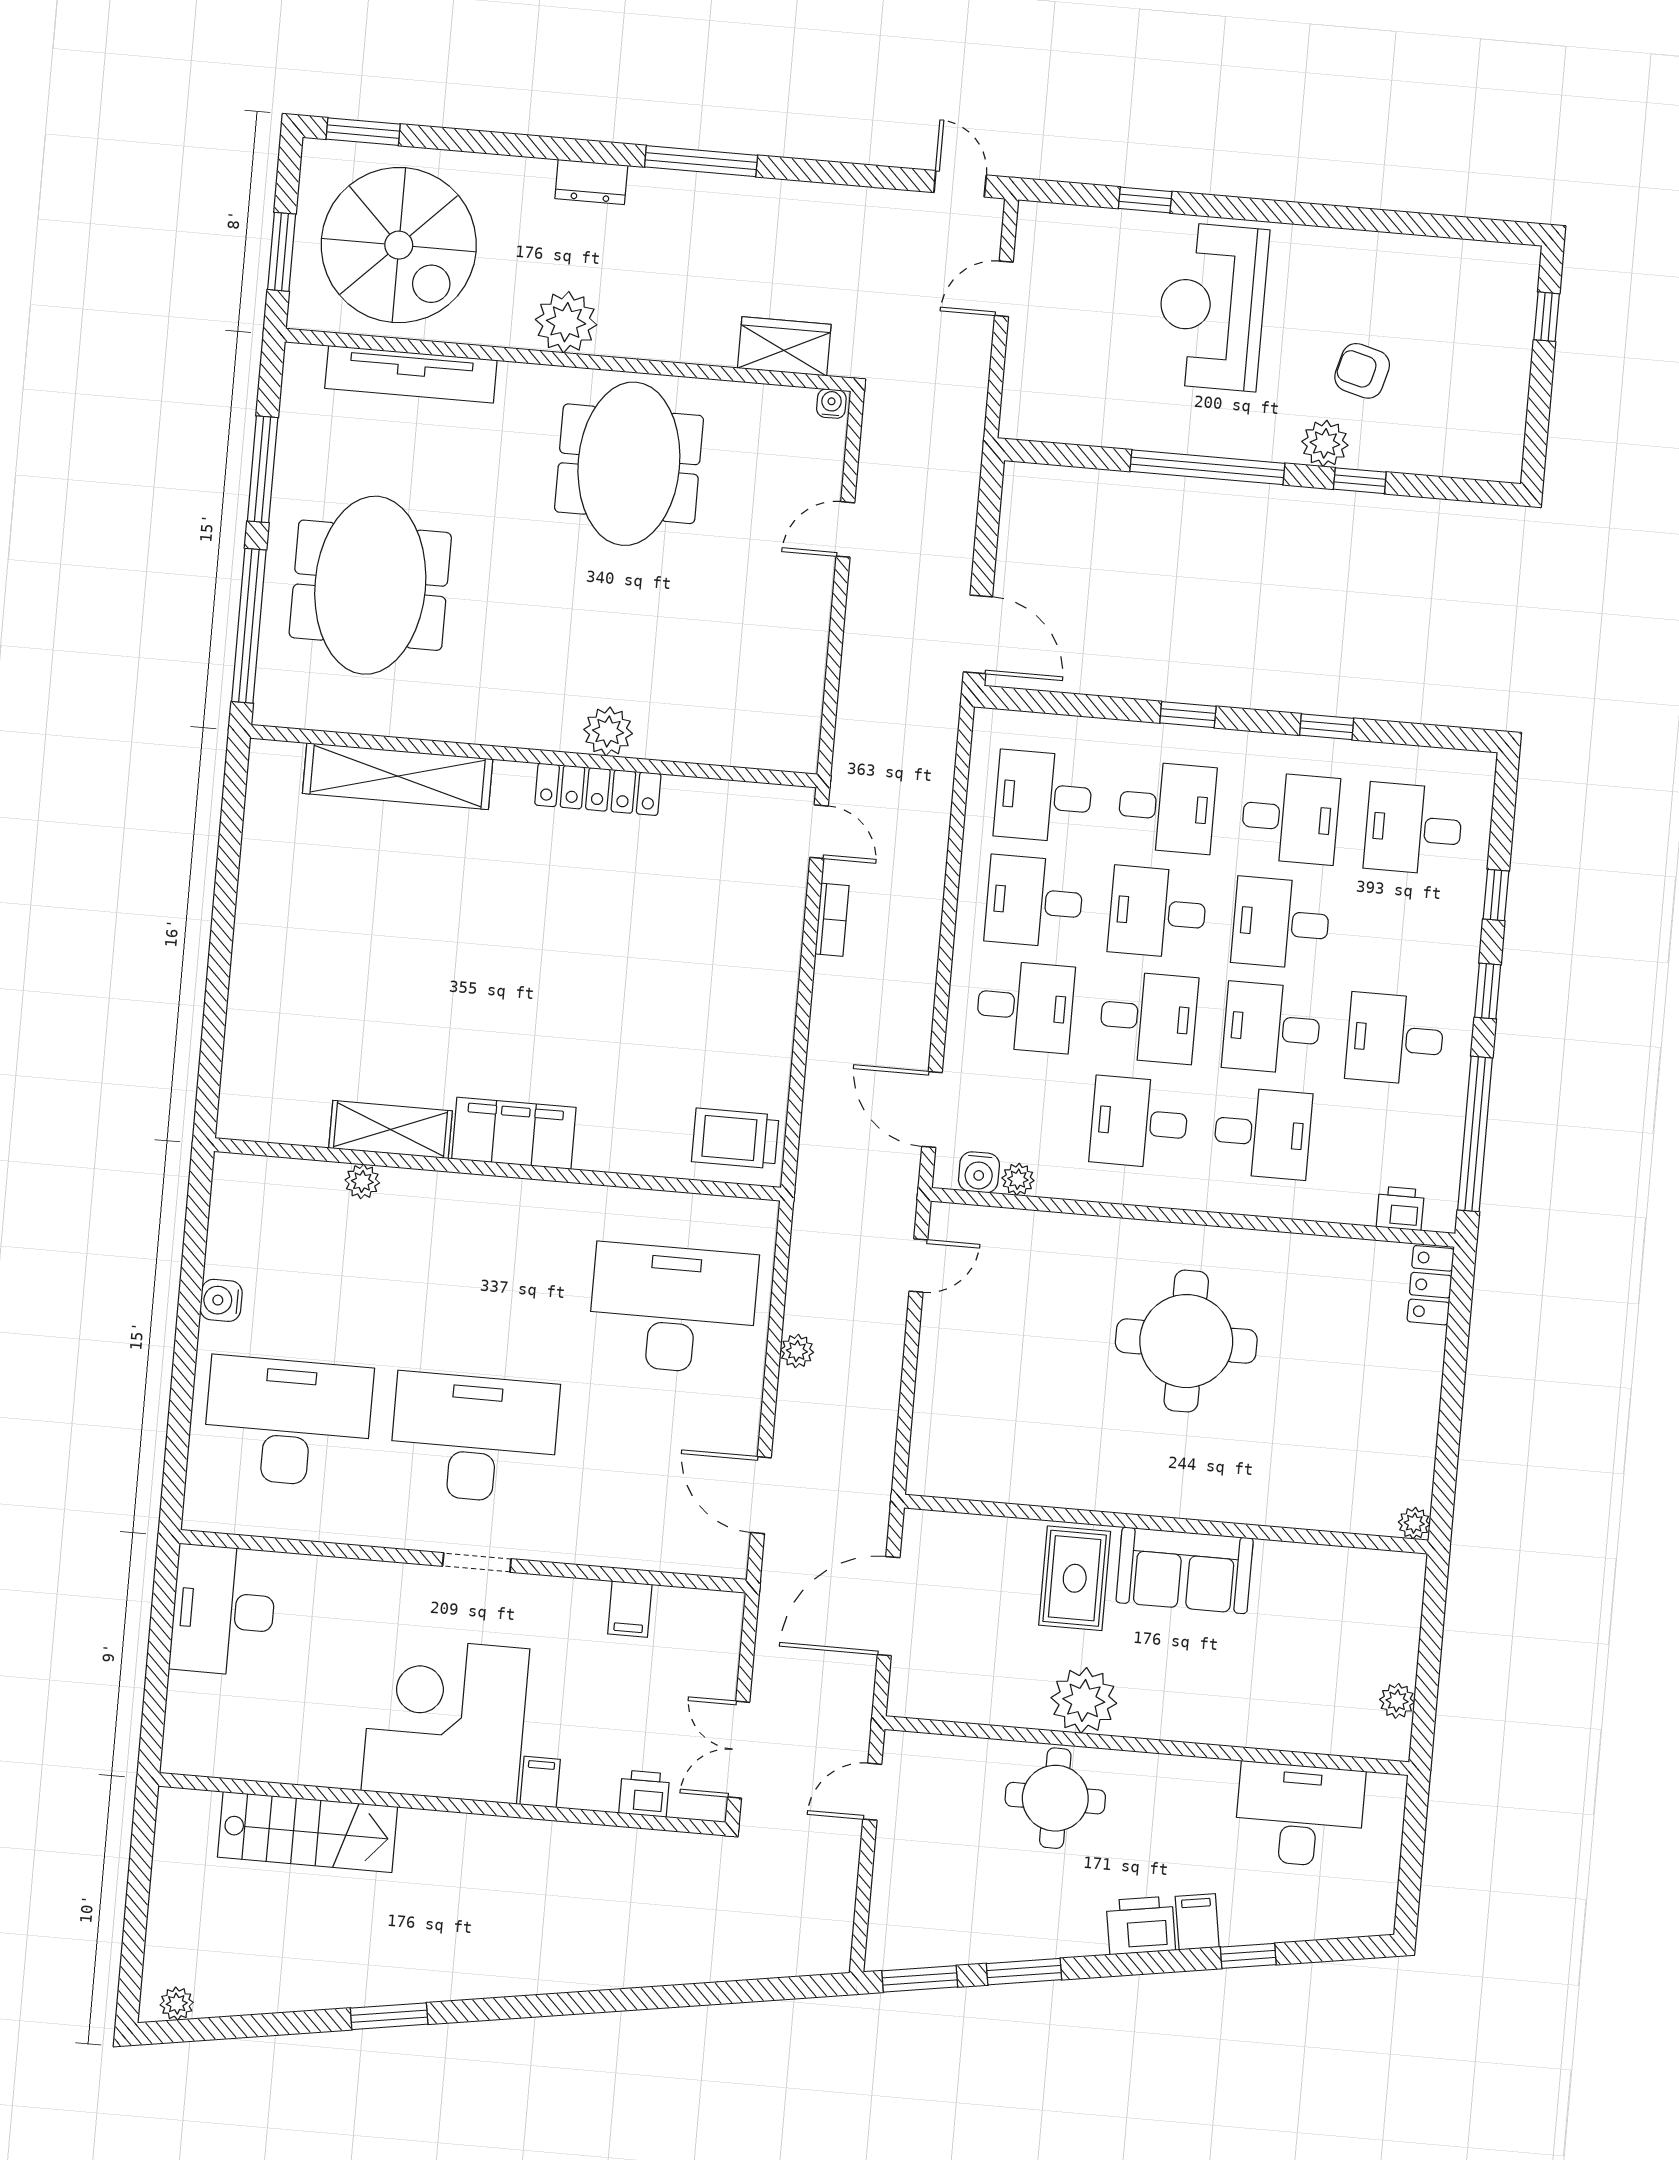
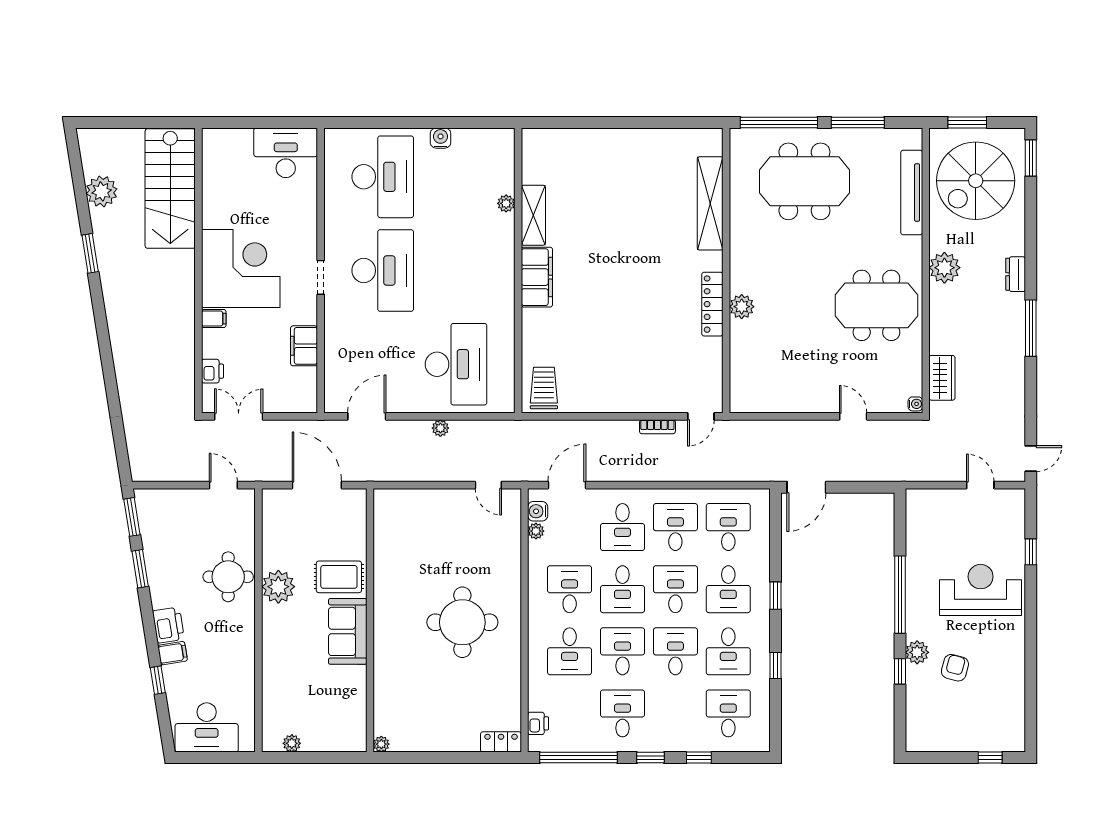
filing cabinet: (630, 1609) -> (304, 346), width x2.00
desk: (1300, 1815) -> (207, 727), moved, turned 90
stairs: (308, 1832) -> (170, 189), width x1.36, depth x1.51
plant: (177, 2004) -> (102, 191), moved, width x1.87, depth x1.87

